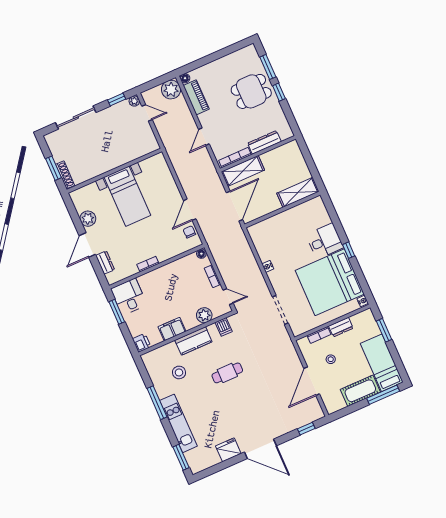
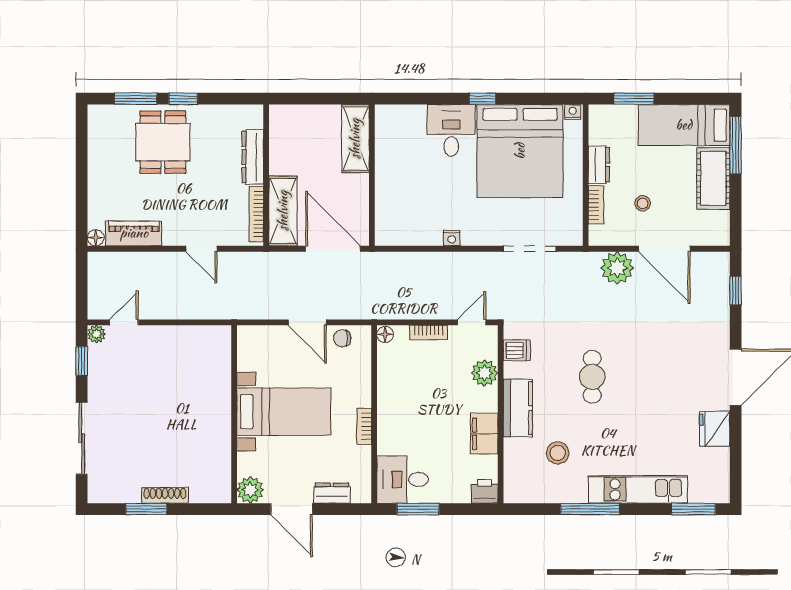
plant: (171, 90) -> (617, 268), moved
wall: (114, 171) -> (234, 414), moved
bed with nightstands: (127, 196) -> (284, 412), moved

